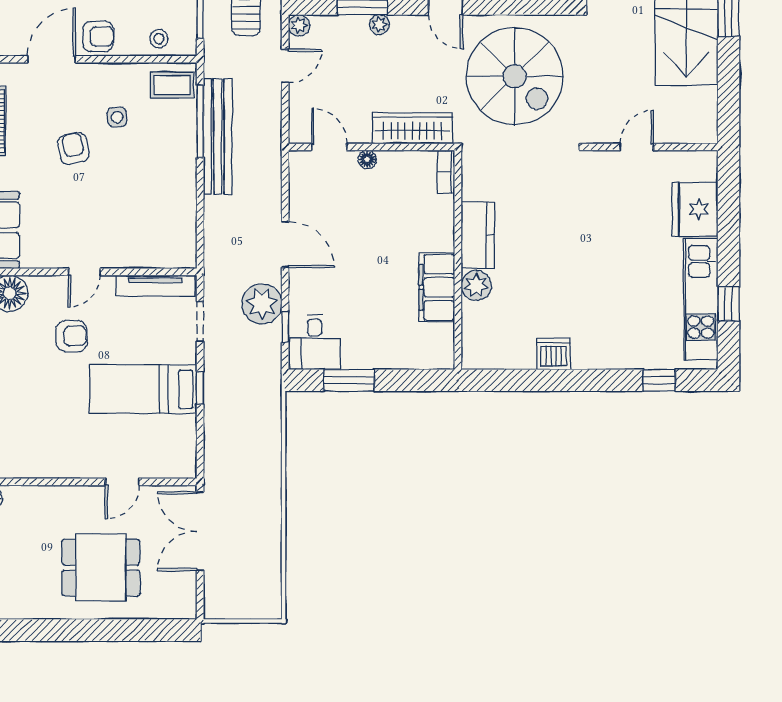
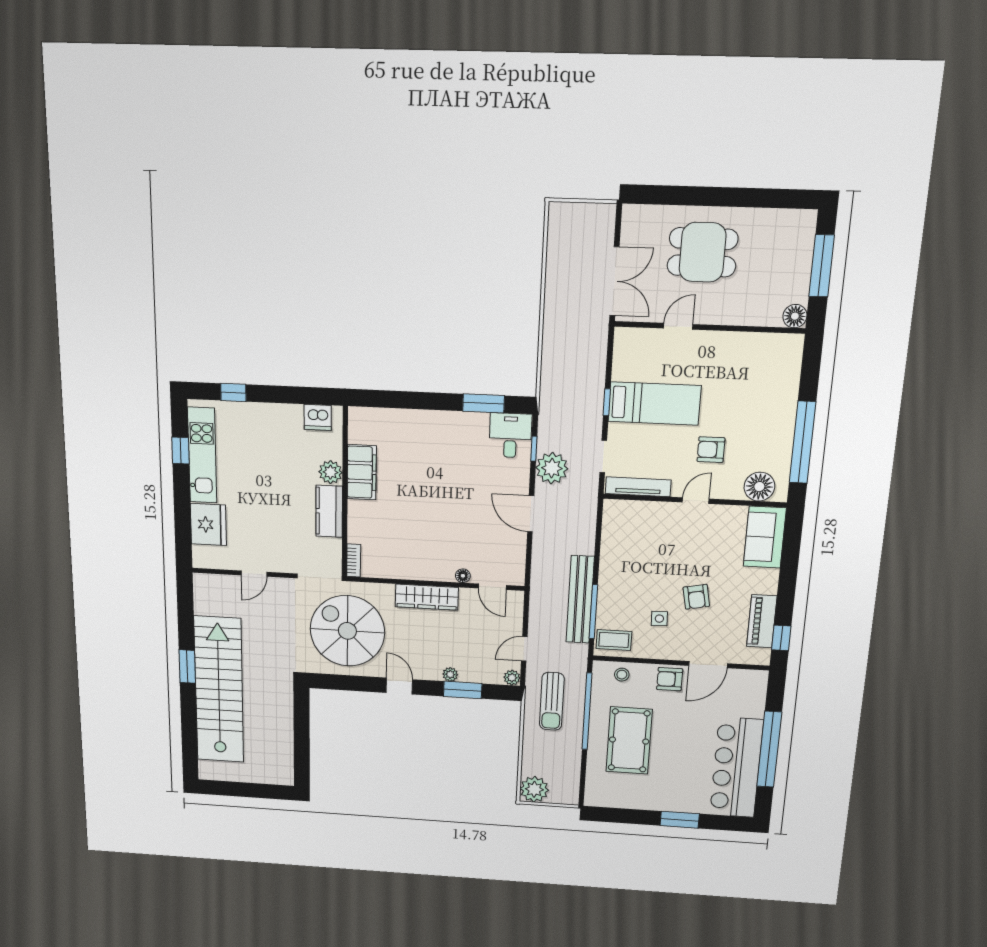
bookcase: (446, 172) -> (354, 560), moved
kitchen counter: (478, 235) -> (329, 511), moved
wall: (458, 260) -> (345, 493), moved
plant: (476, 285) -> (330, 472), moved
filing cabinet: (437, 287) -> (362, 472), moved

